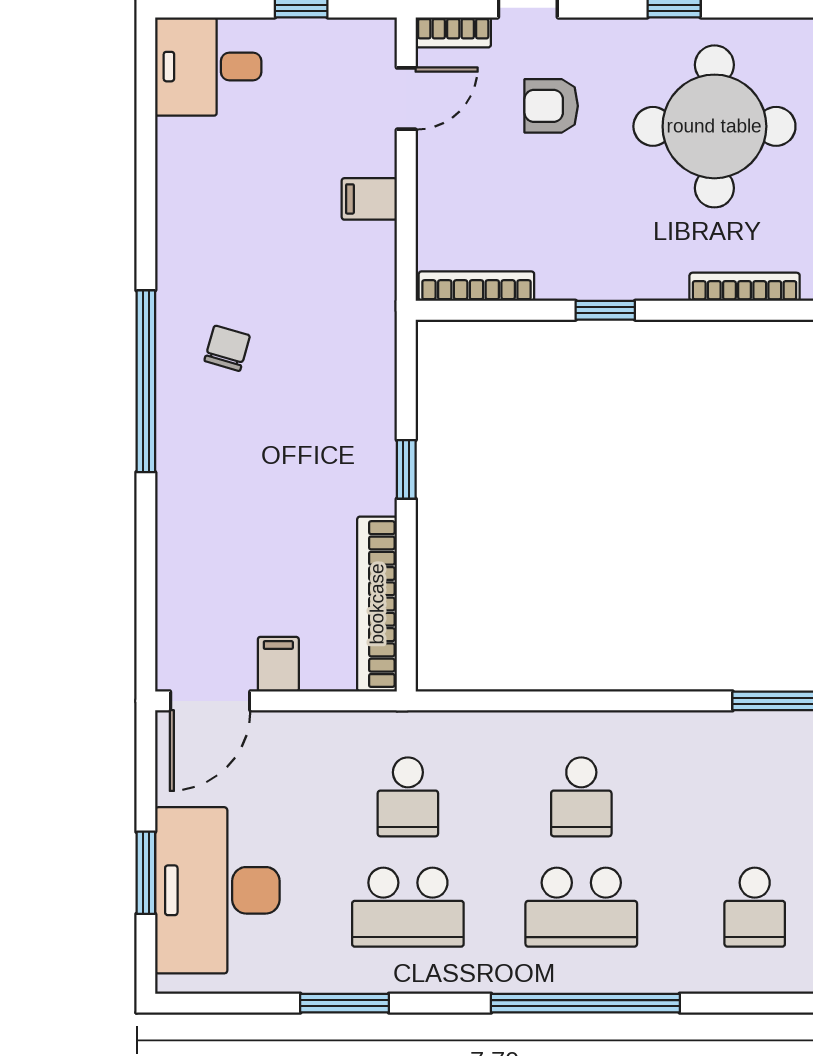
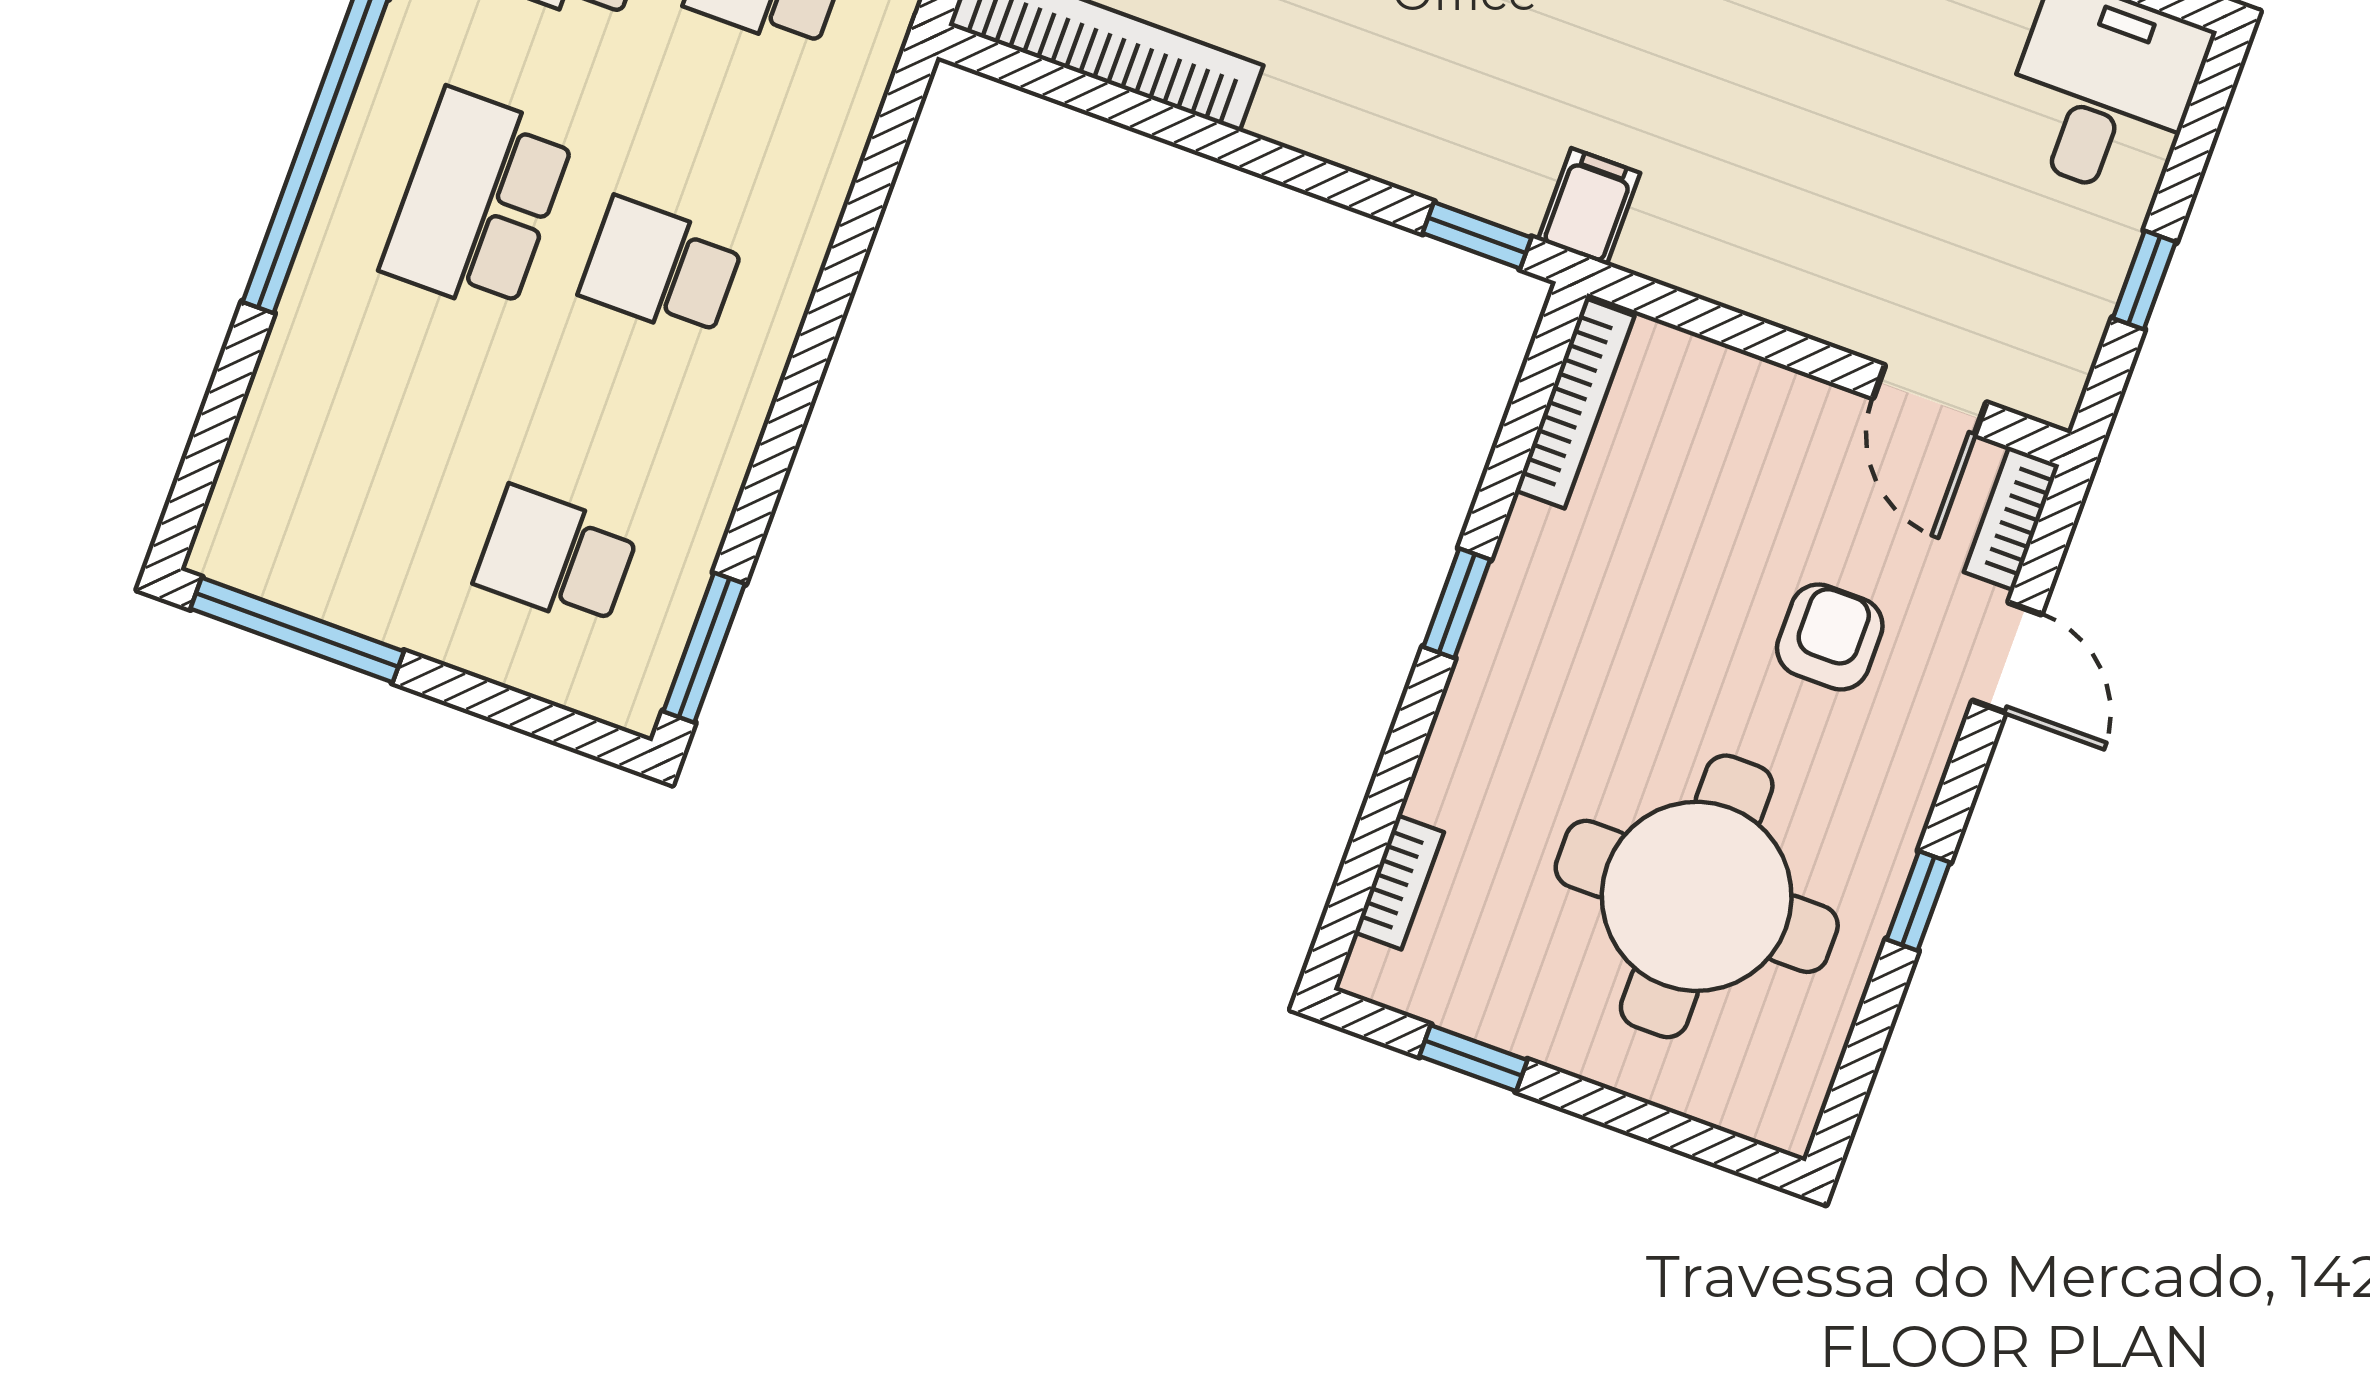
filing cabinet: (369, 199) -> (1589, 206), moved
bookcase: (745, 287) -> (1399, 882), width x0.64
window: (406, 469) -> (1477, 235), moved
school desk: (755, 907) -> (556, 557), moved

